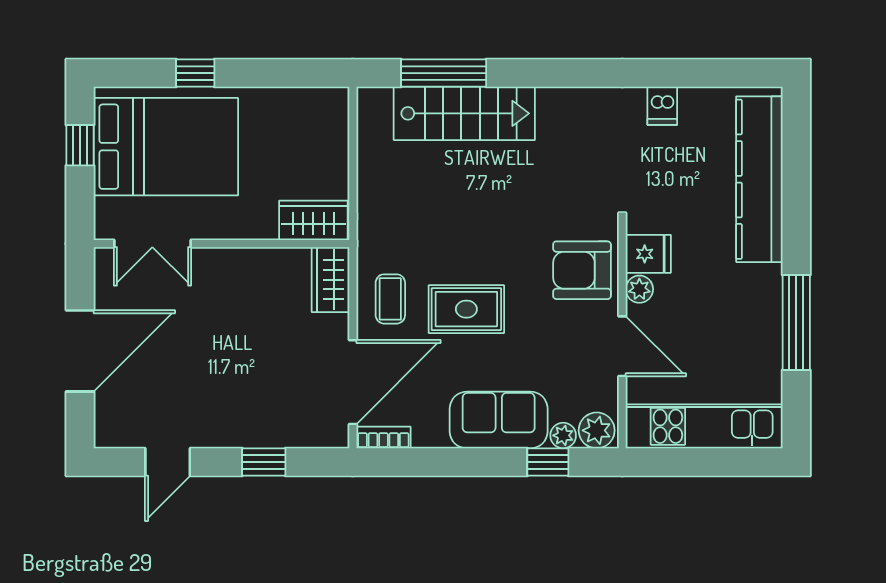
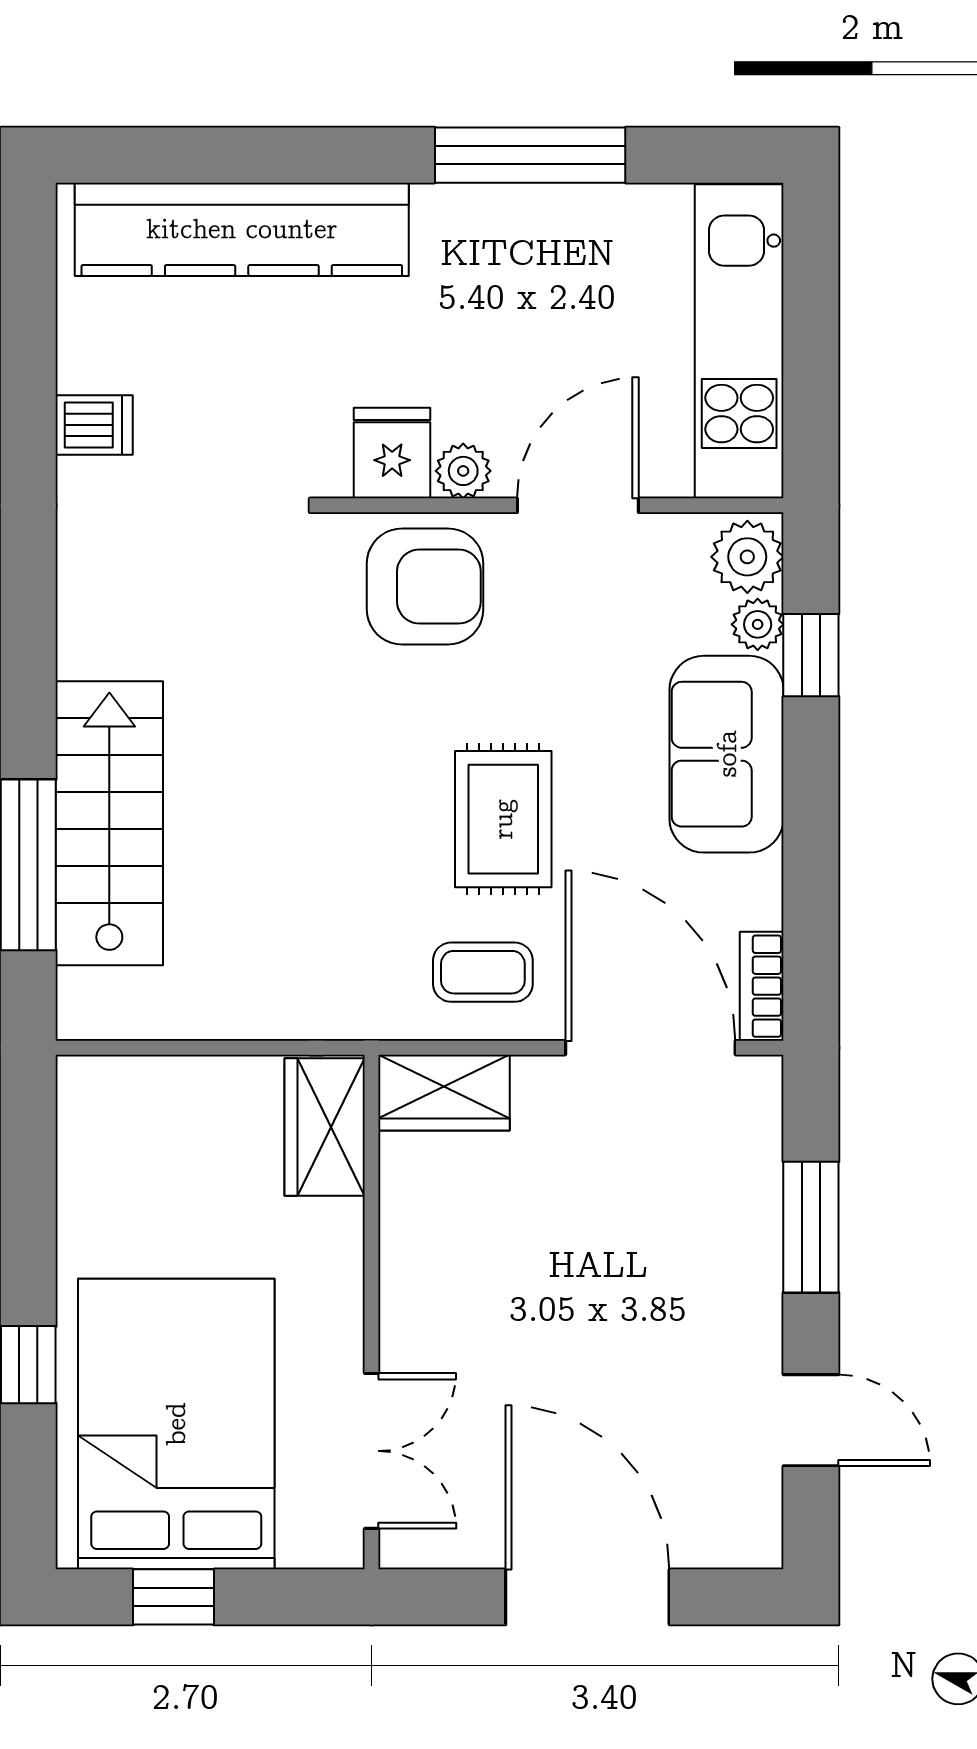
armchair: (582, 270) -> (425, 586), turned -90
window: (264, 462) -> (811, 1227), width x1.50

